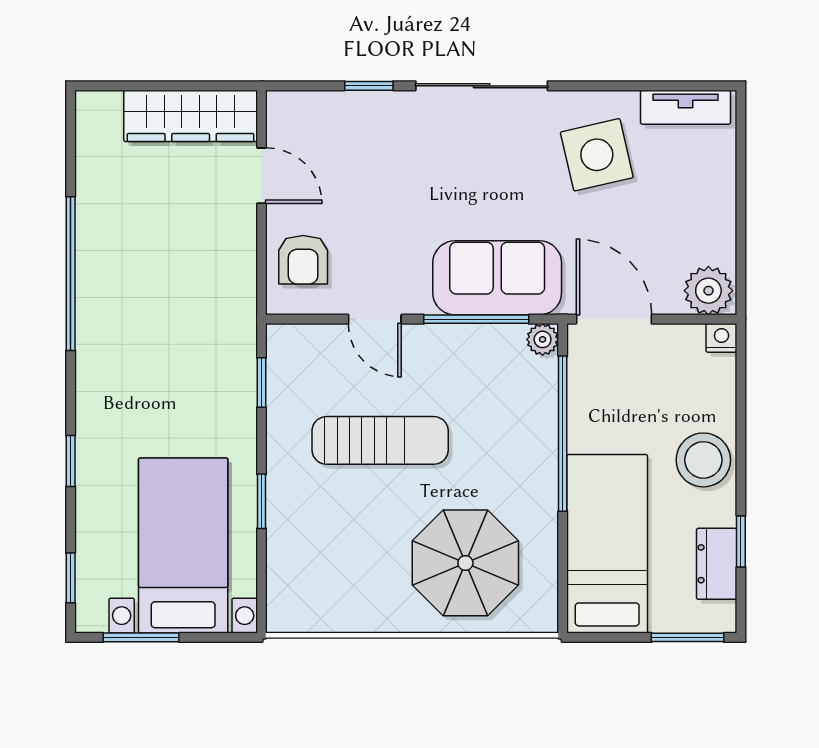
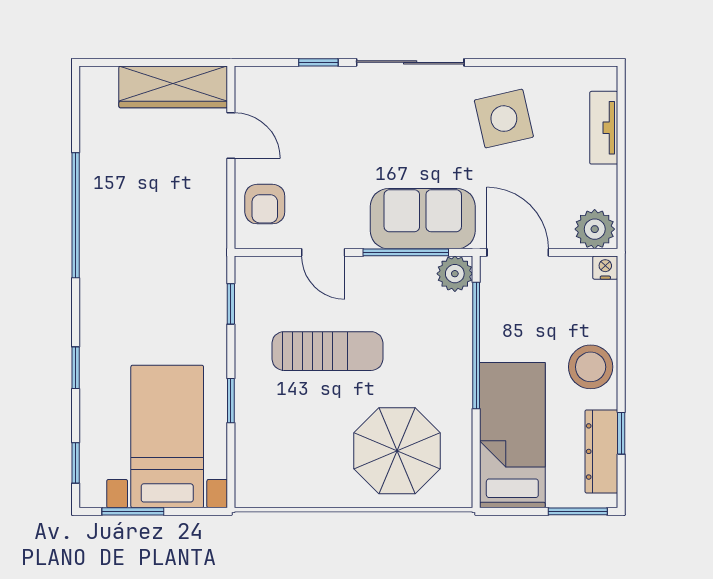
tv unit: (685, 107) -> (604, 128), moved, turned 90
plant: (543, 339) -> (455, 274), width x1.38, depth x1.38
dresser: (717, 564) -> (601, 451), width x1.44

